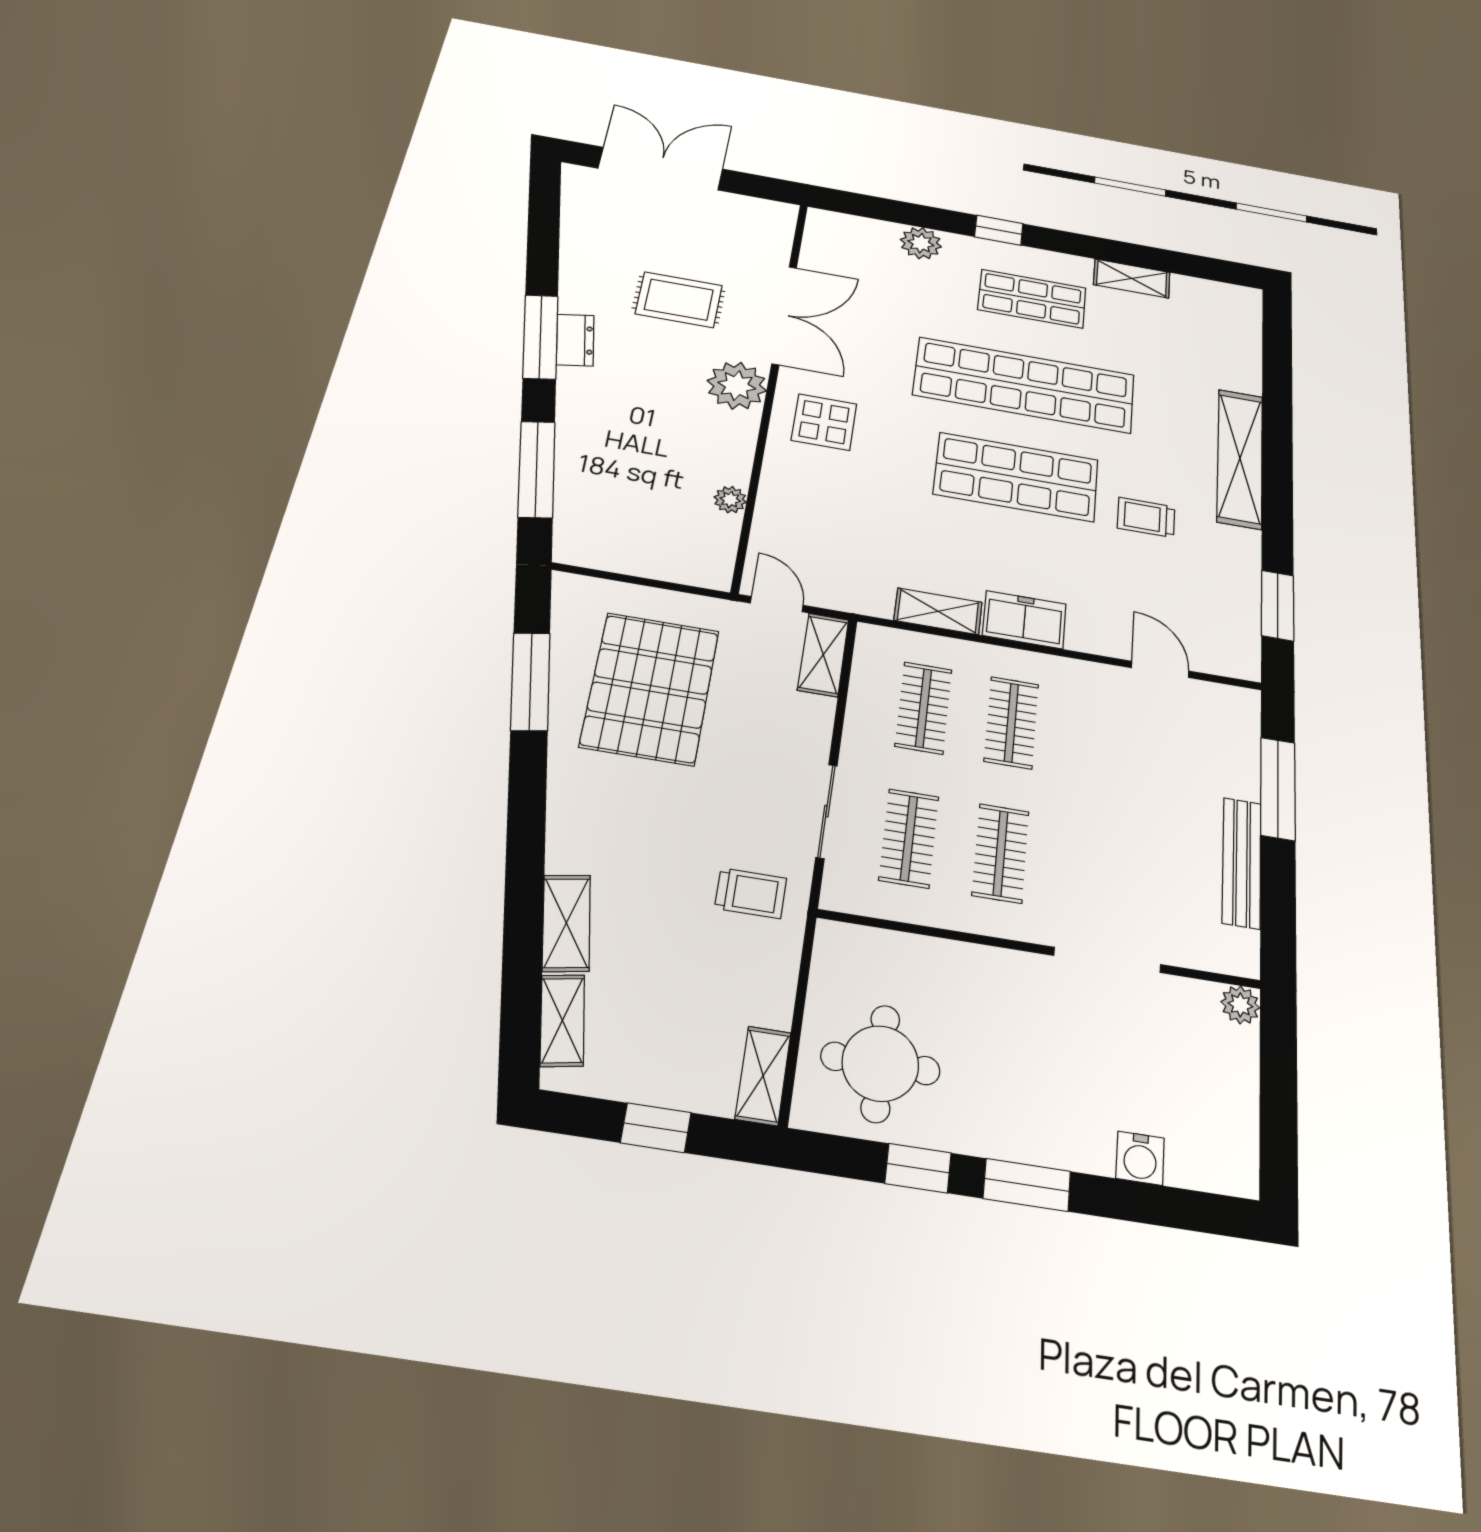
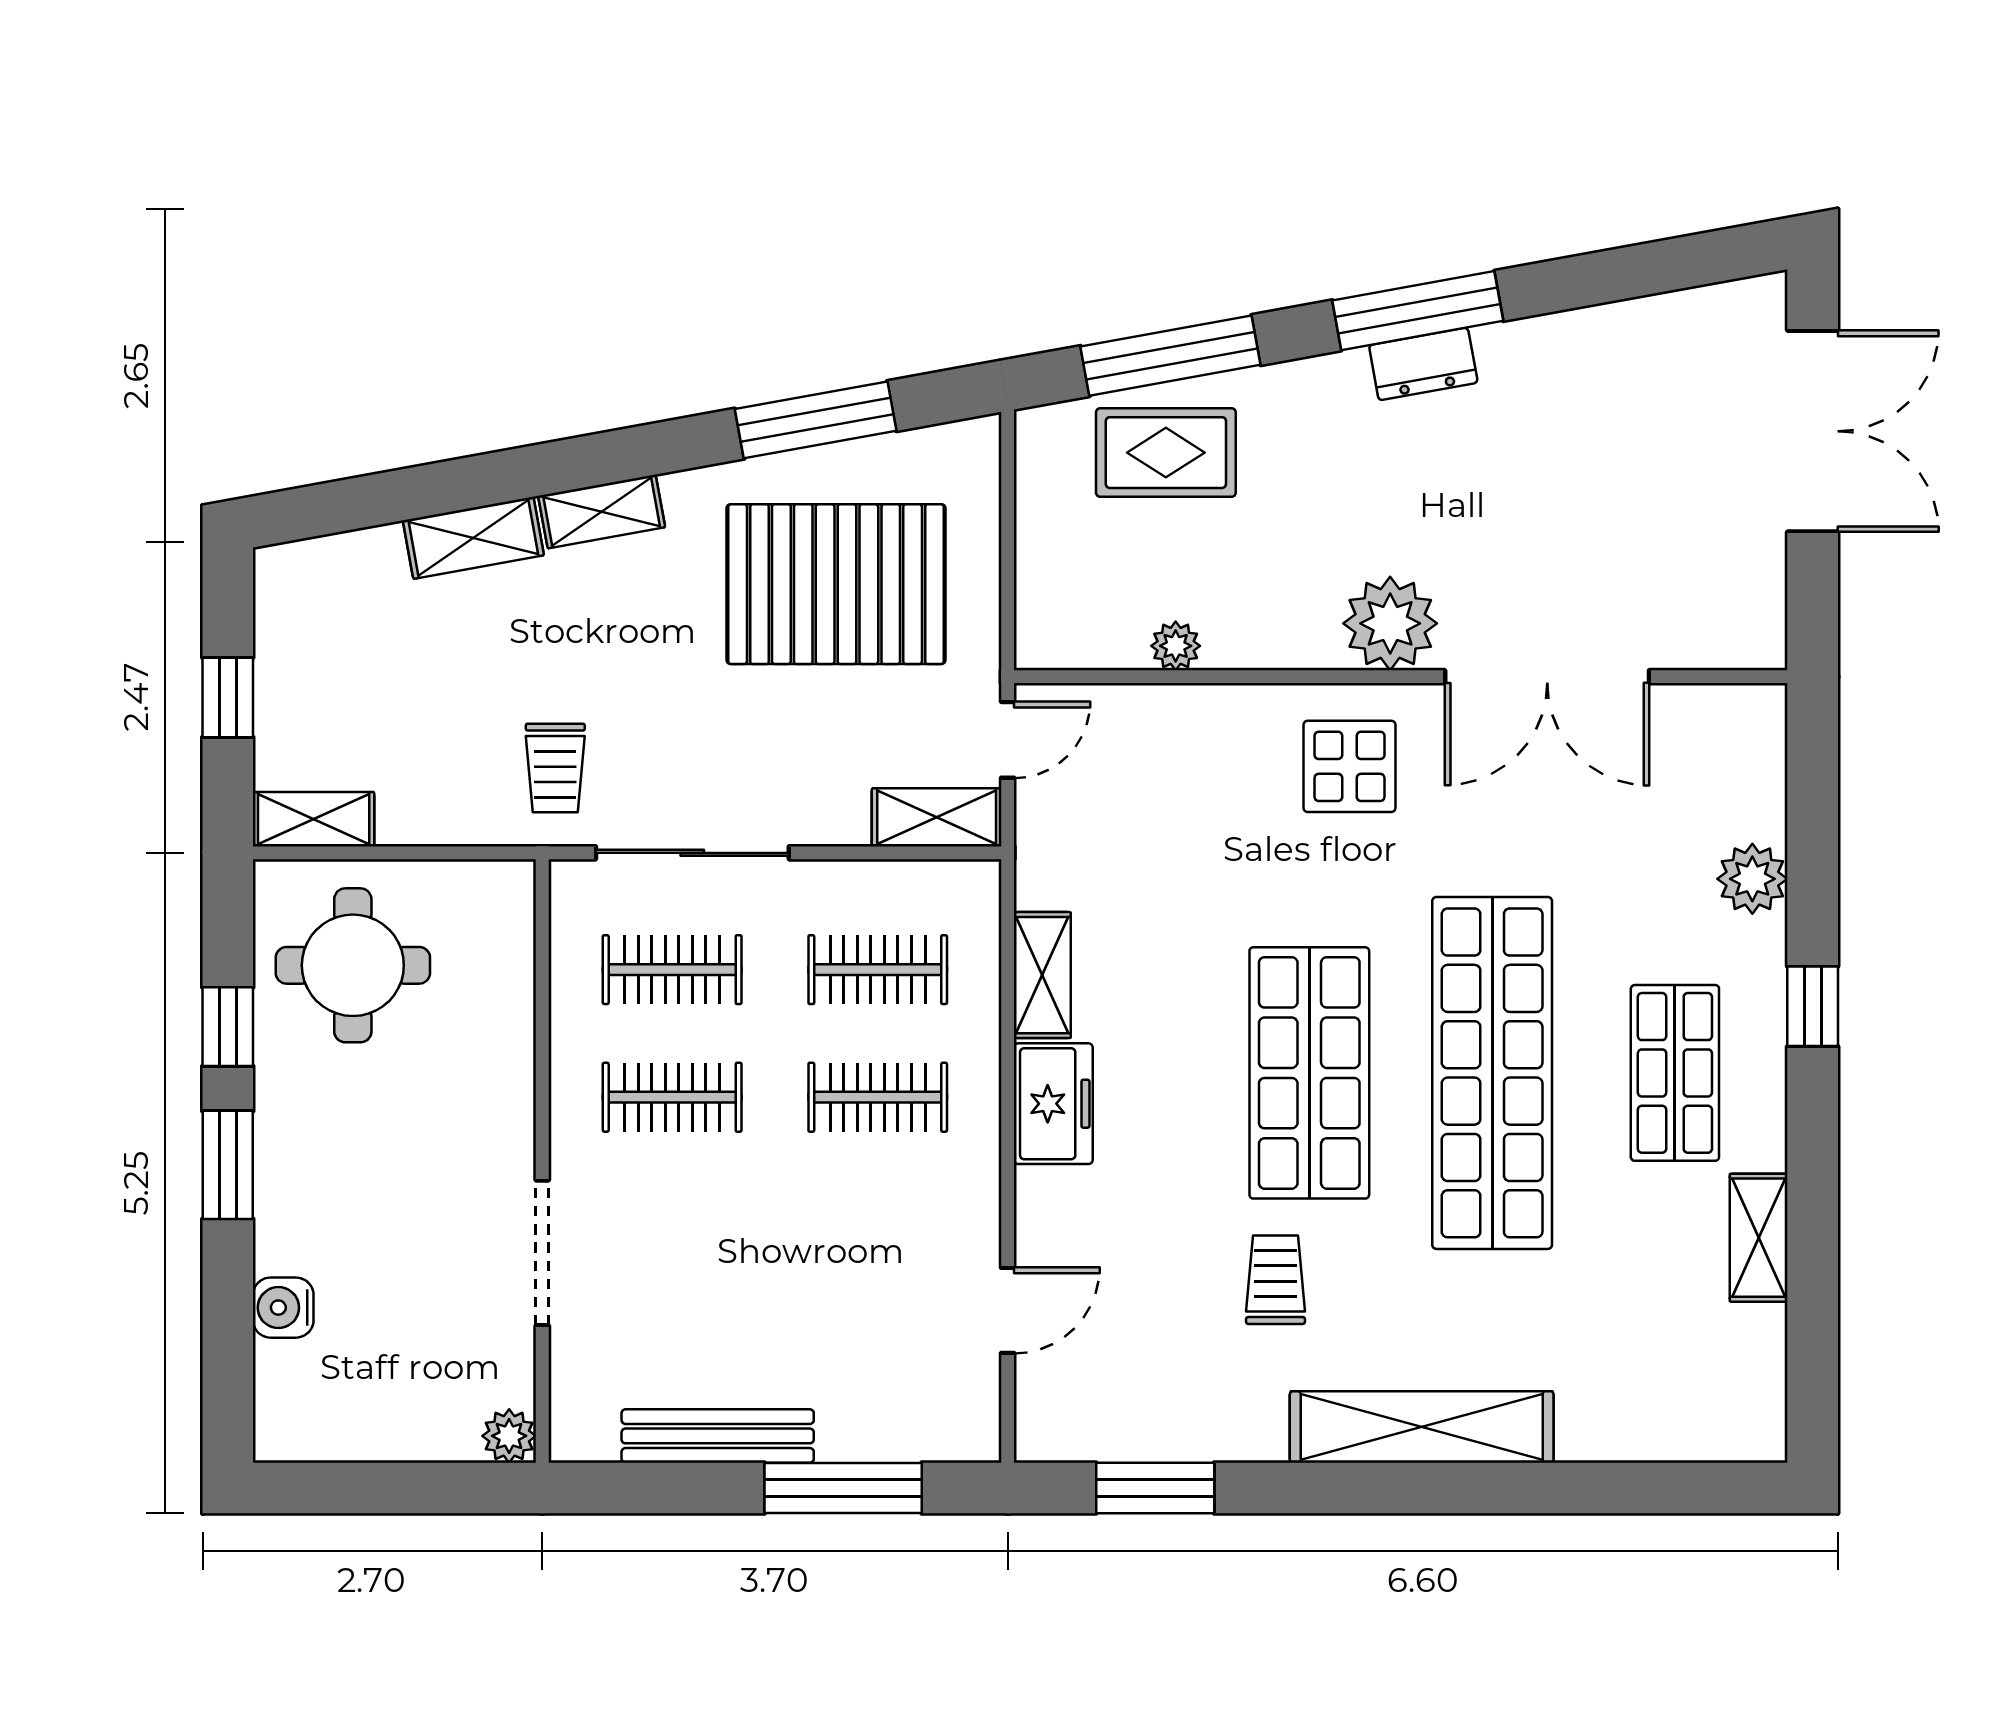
rug: (679, 300) -> (1166, 453), moved, turned 90
sliding door: (826, 811) -> (692, 853), width x1.37
shelving: (562, 1020) -> (602, 512), moved

